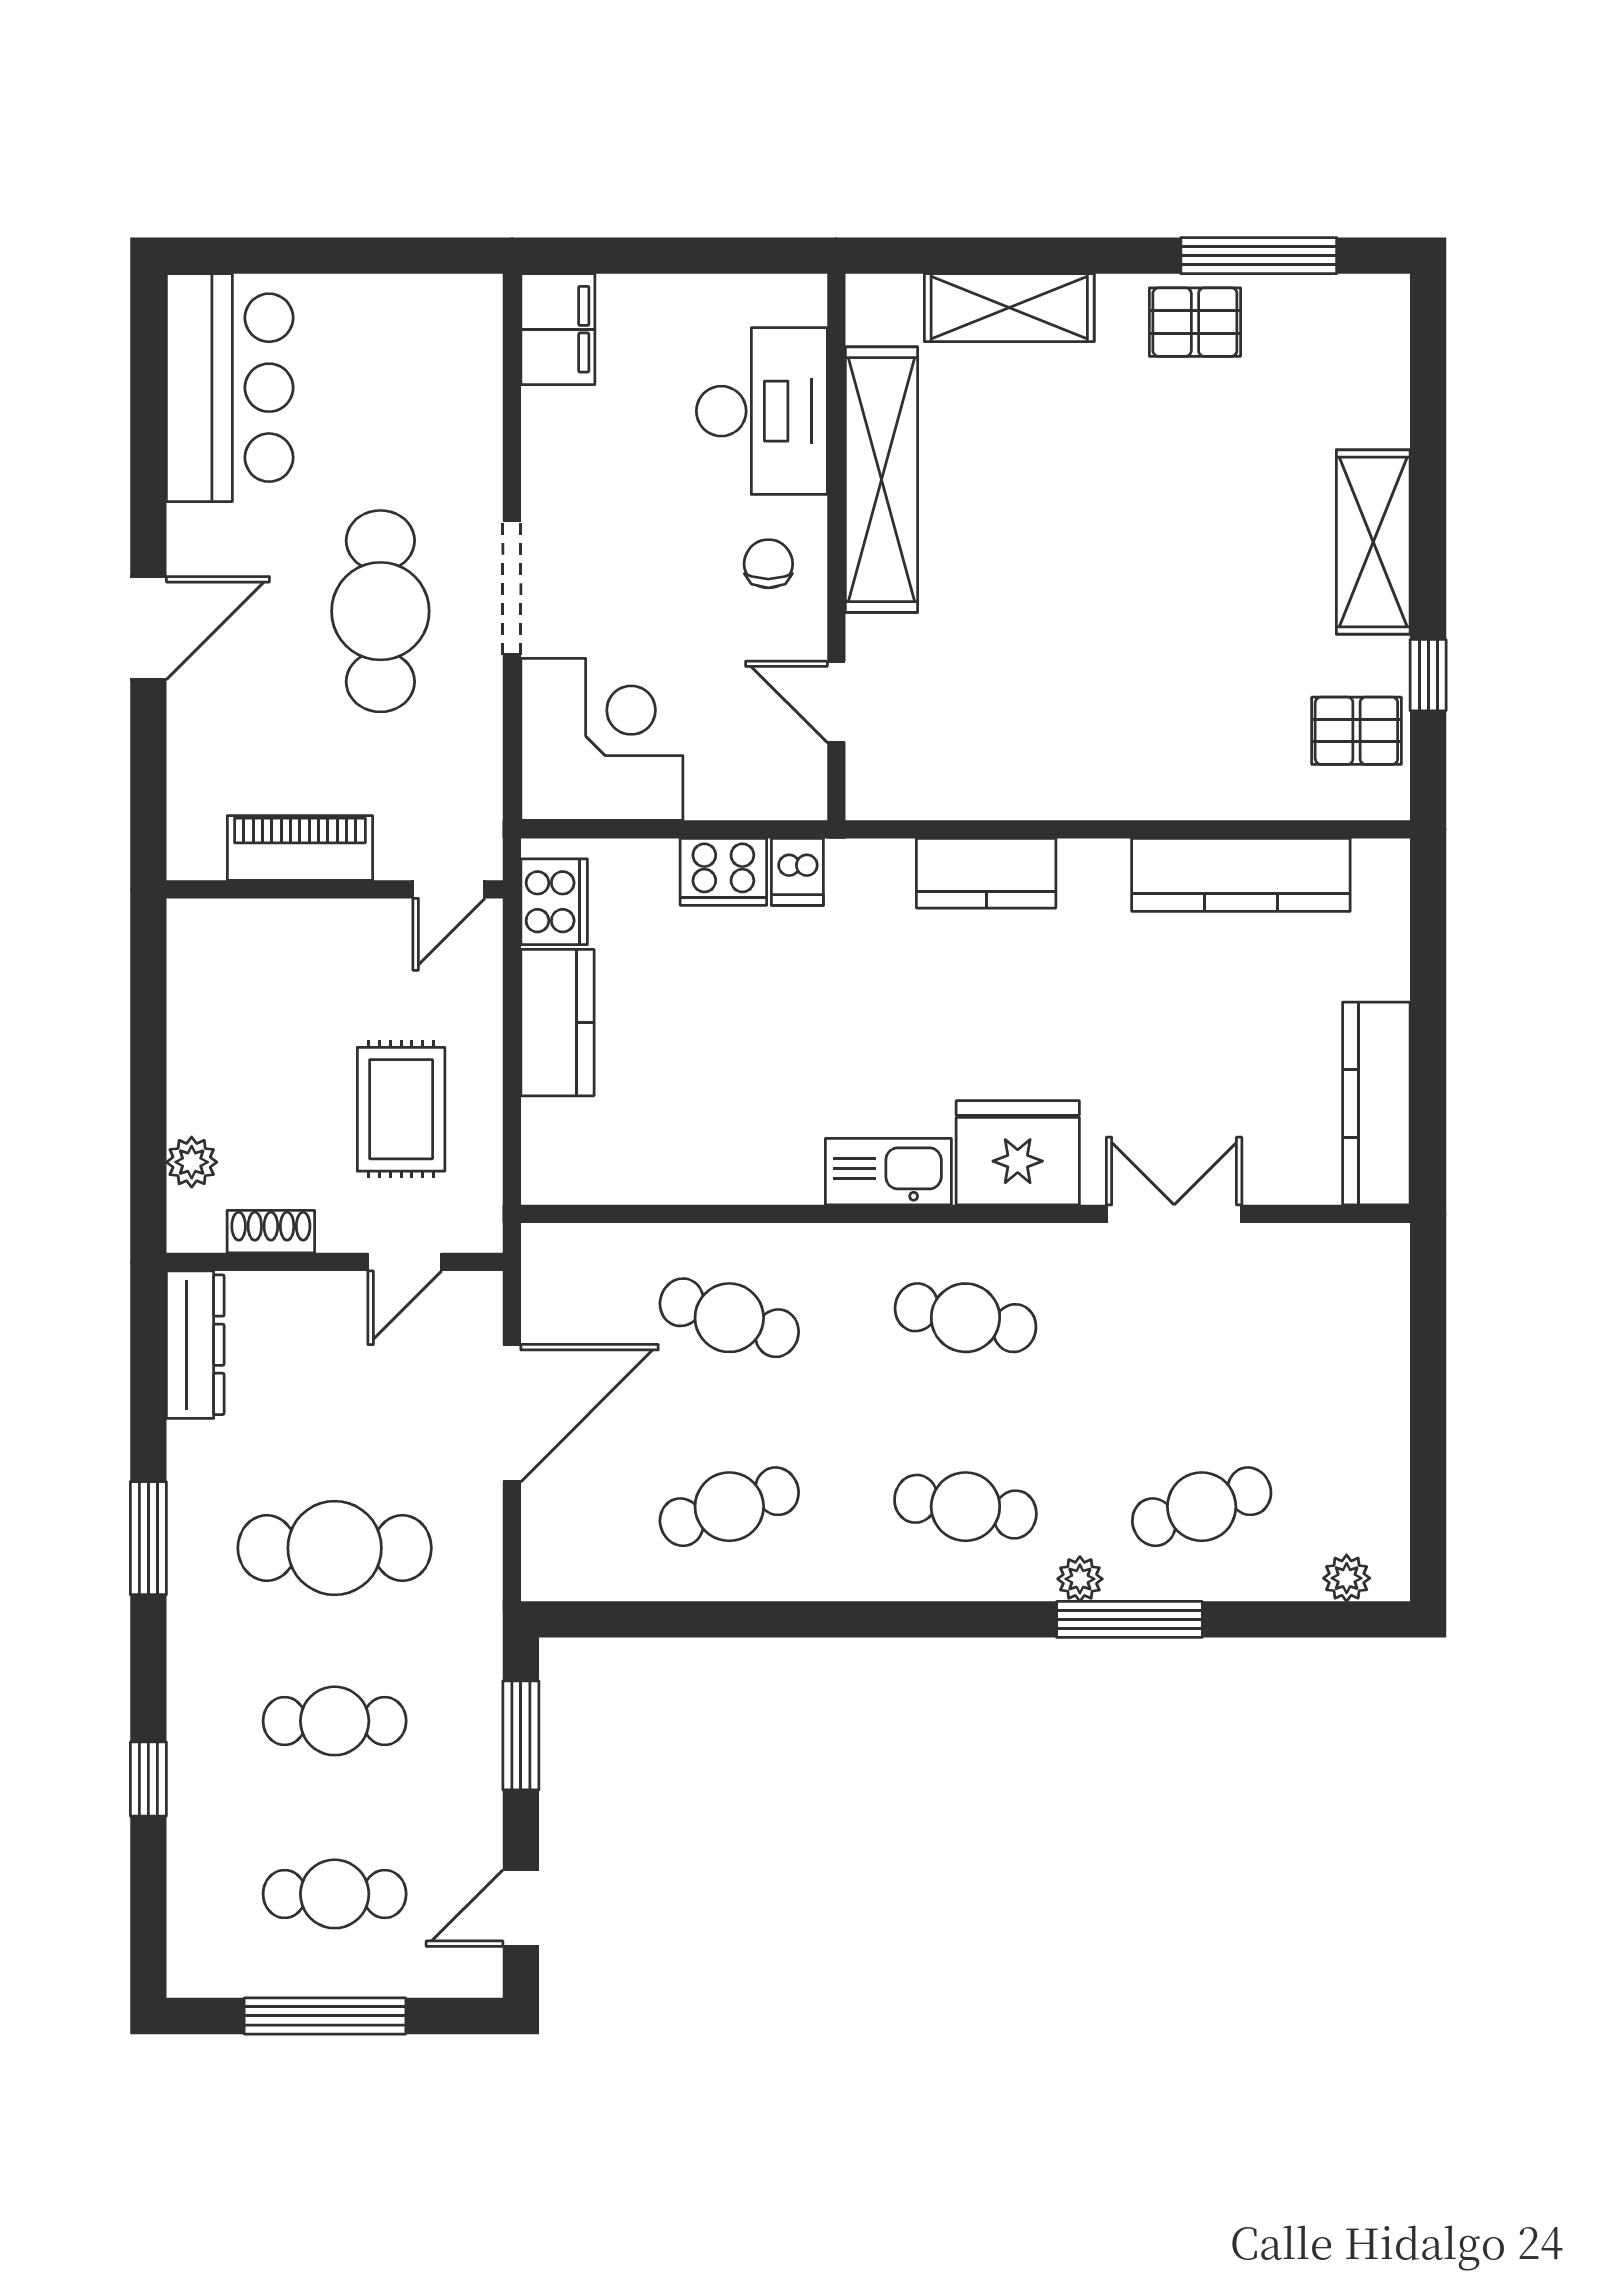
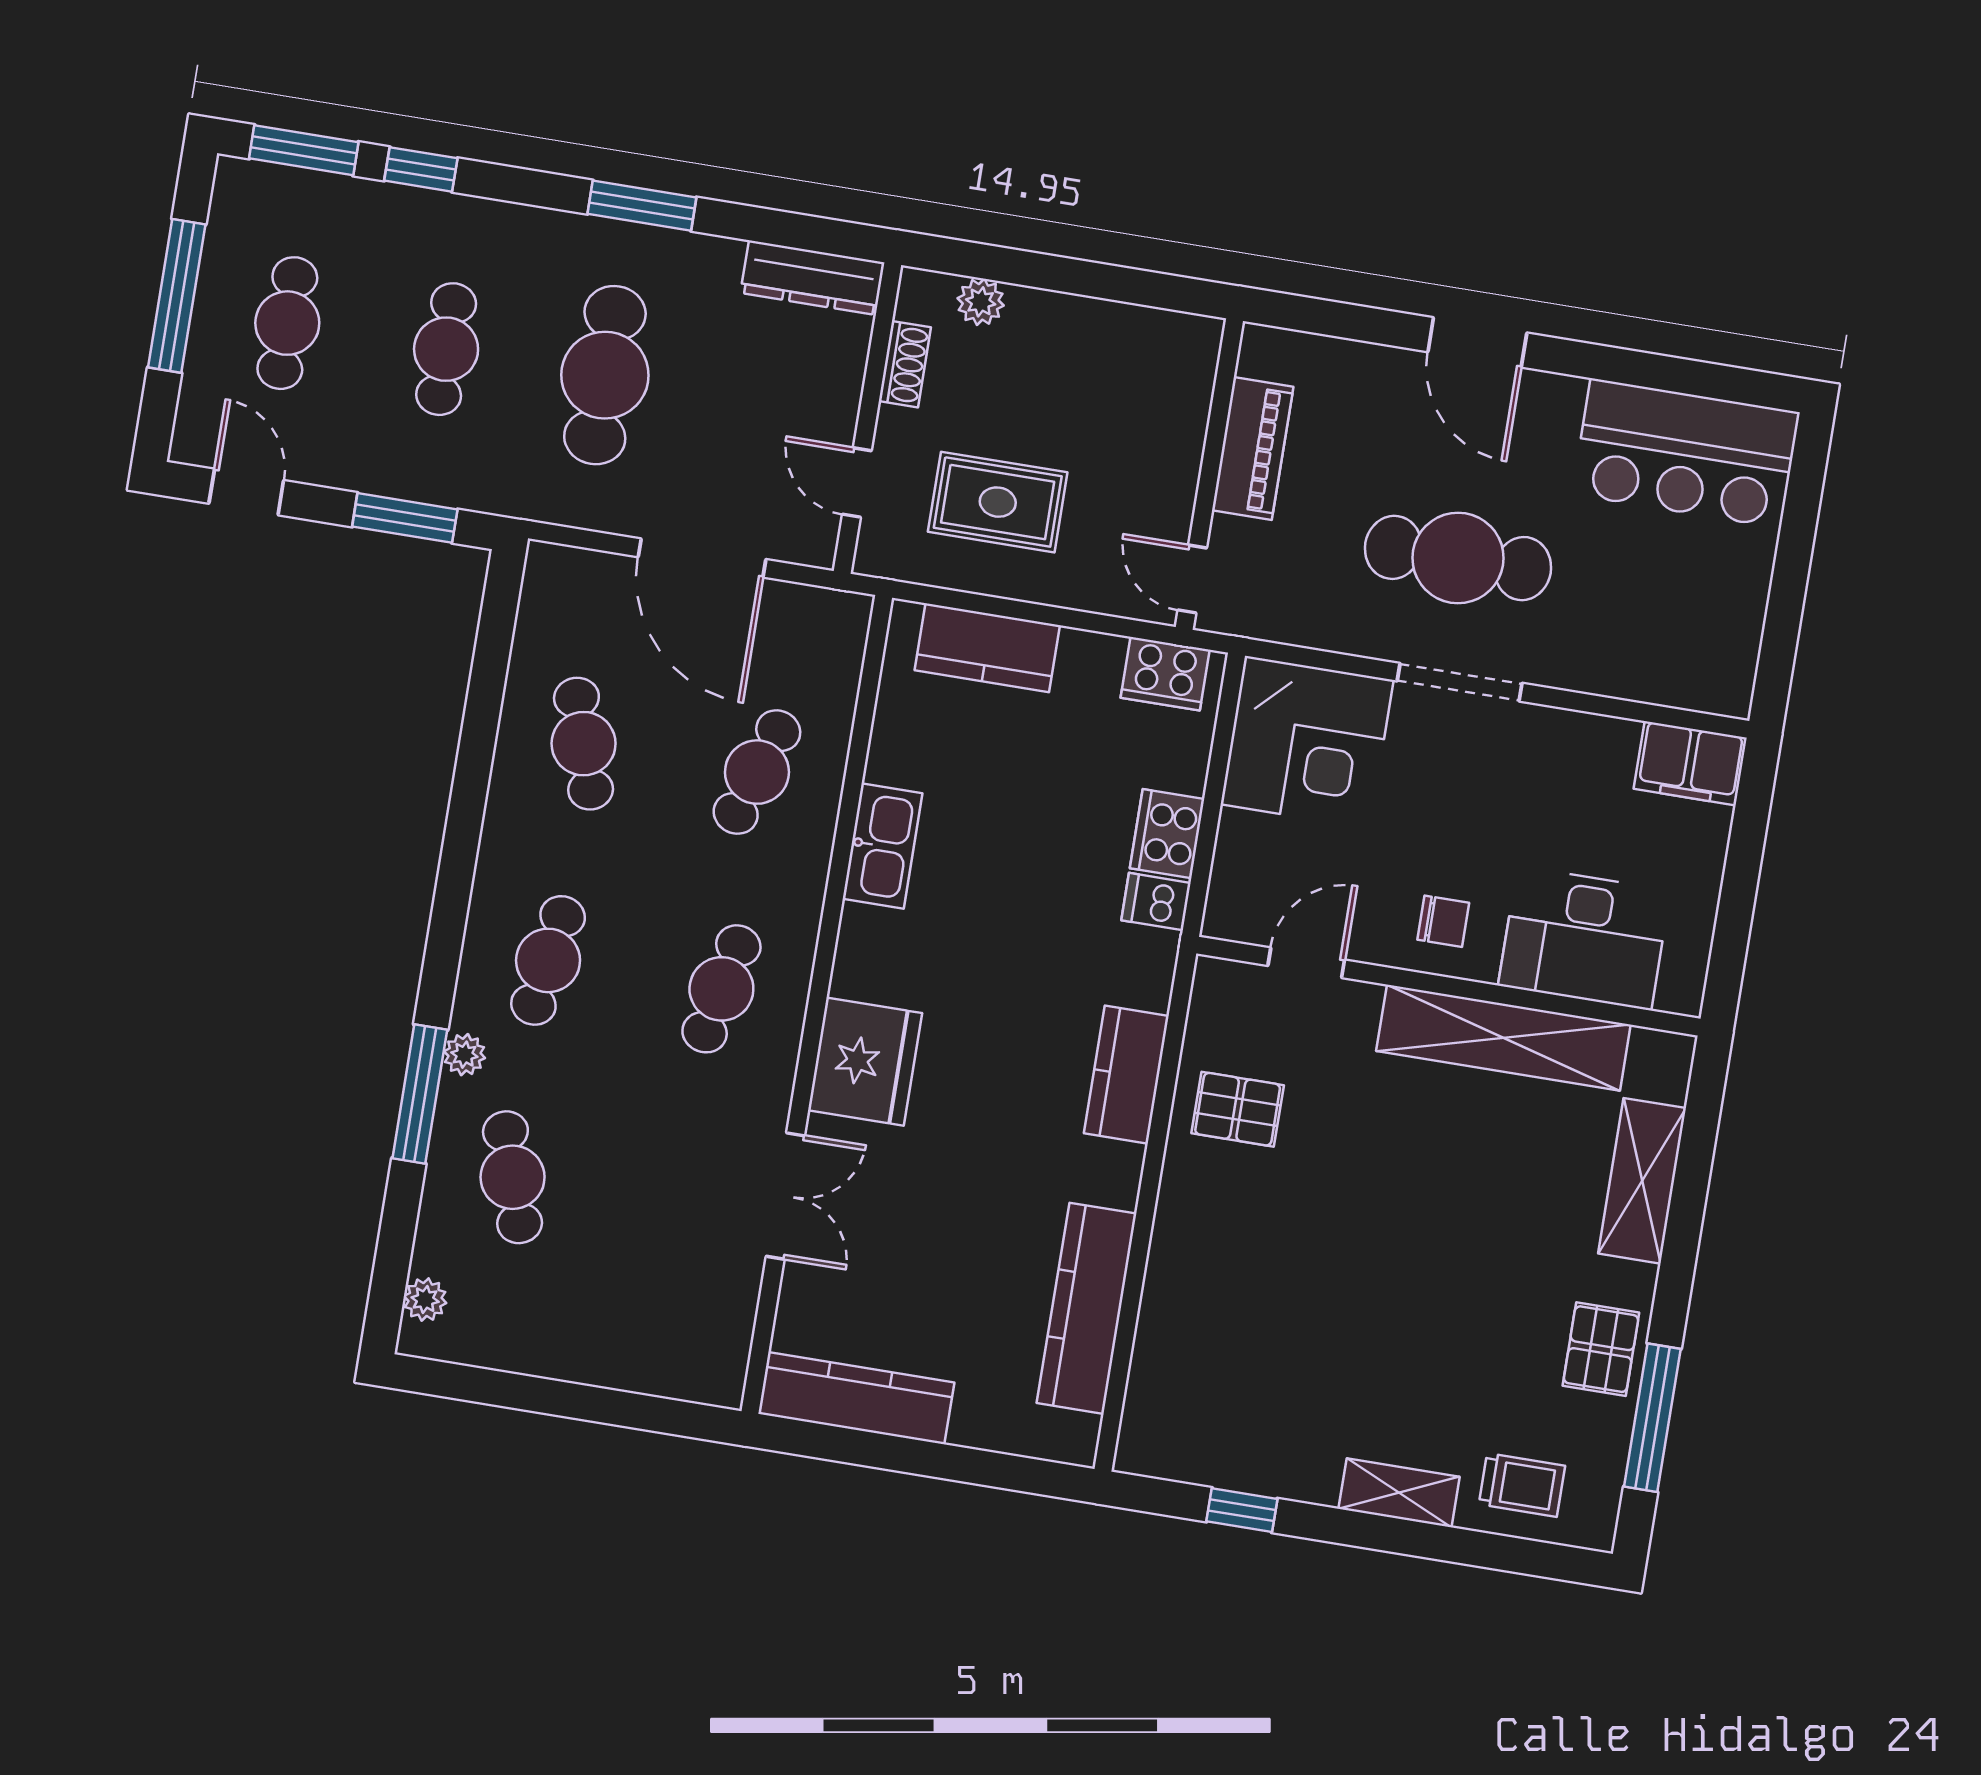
trolley: (1353, 382) -> (1522, 1485), added
shelving: (1373, 542) -> (1399, 1493), width x0.67, depth x0.75
pallet: (1356, 731) -> (1238, 1109), moved, turned 90
kitchen counter: (557, 1023) -> (987, 648), moved
kitchen sink: (888, 1172) -> (882, 846), moved
window: (148, 1907) -> (304, 150), added

